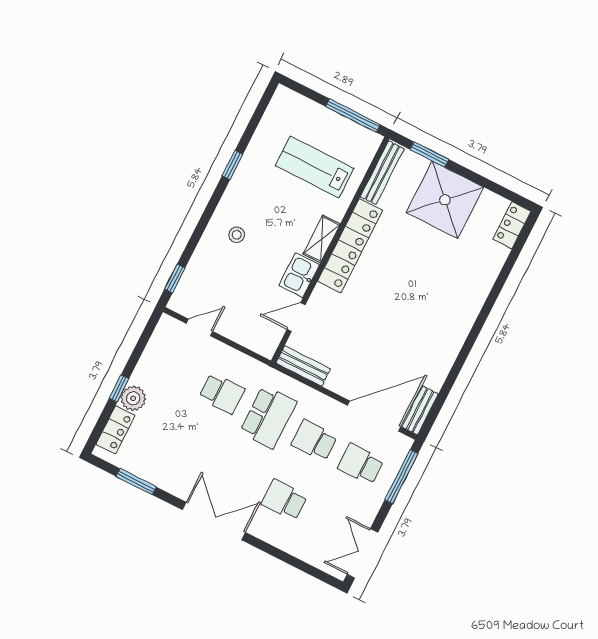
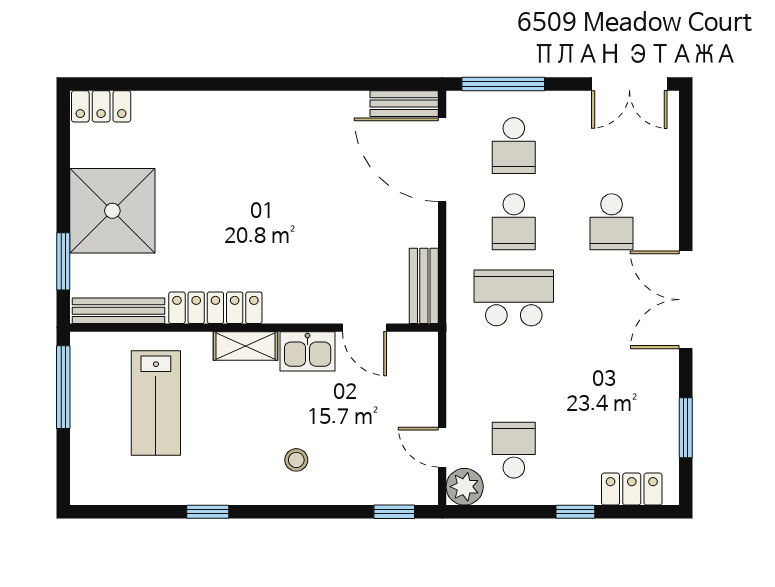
locker: (350, 246) -> (215, 308), width x0.71, depth x0.83
school desk: (222, 394) -> (514, 450), moved
plant: (133, 398) -> (465, 487), moved

